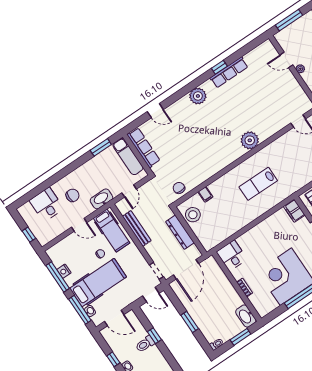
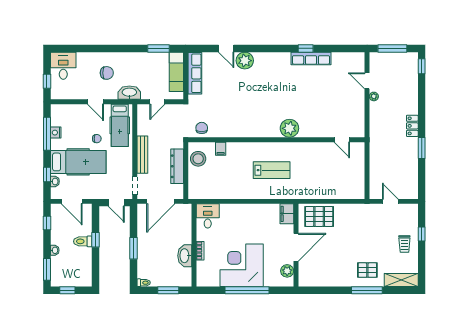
plant: (198, 96) -> (245, 61), moved
lab bench: (258, 184) -> (272, 170), turned 180
desk: (46, 205) -> (63, 66), moved
bench: (137, 228) -> (142, 155), moved
window: (80, 310) -> (47, 175), width x0.46
washbasin: (246, 316) -> (185, 256), moved
window: (113, 359) -> (47, 223), moved

